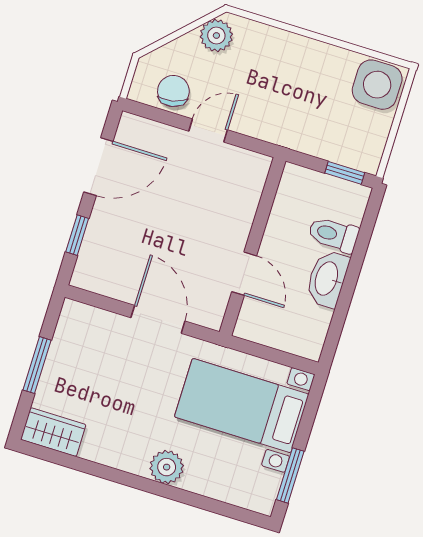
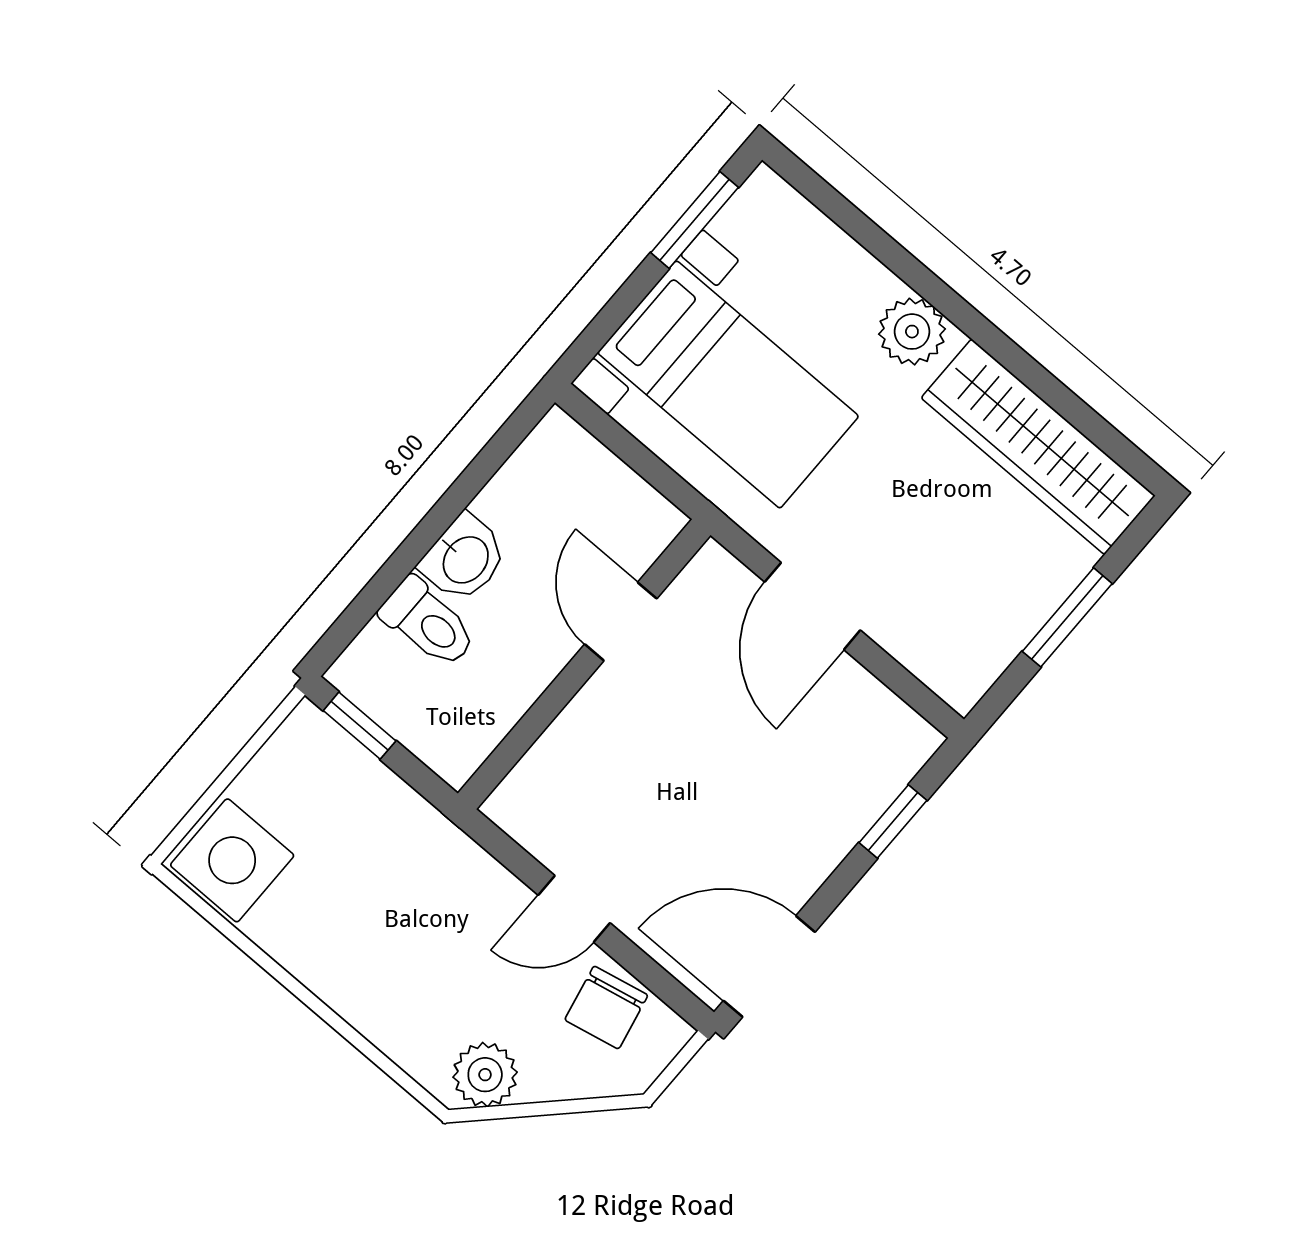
door: (98, 167) -> (769, 966), moved
washbasin: (327, 279) -> (464, 559), width x0.72
wardrobe: (53, 432) -> (1038, 447), width x2.10, depth x1.17

